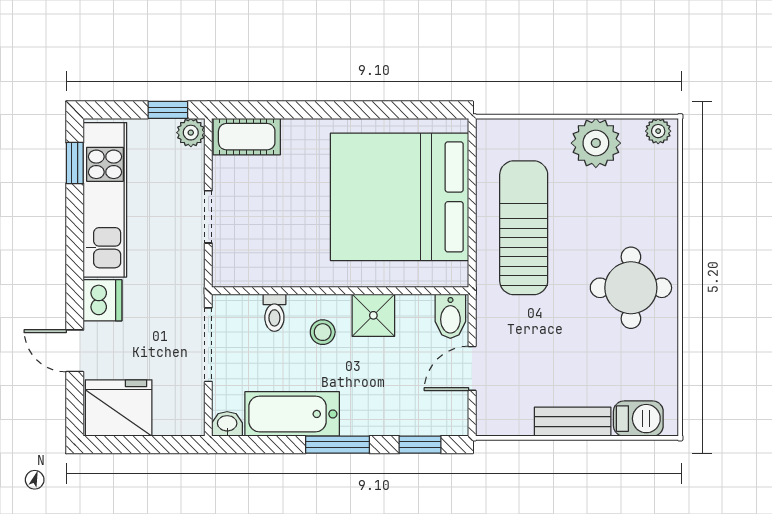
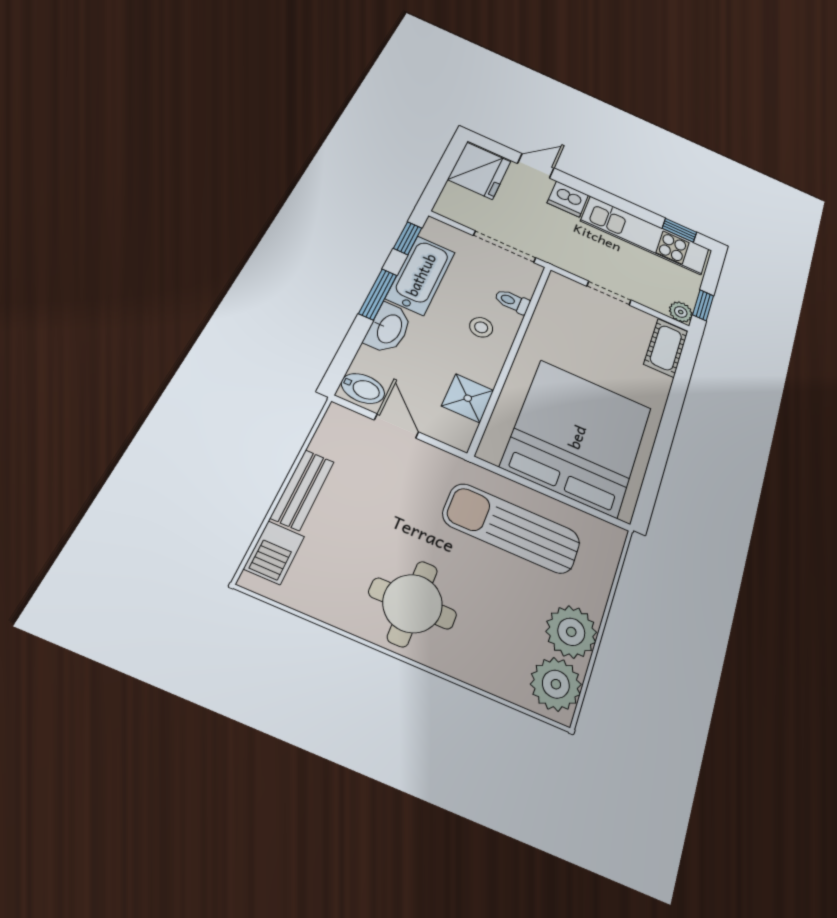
plant: (658, 131) -> (556, 684), width x1.88, depth x1.88
sun lounger: (524, 228) -> (512, 528), turned 180
shower: (373, 315) -> (468, 398), moved
bidet: (450, 316) -> (363, 388), moved, turned 180
washbasin: (227, 424) -> (389, 328), moved, width x1.91, depth x1.45
window: (420, 445) -> (408, 238), moved

